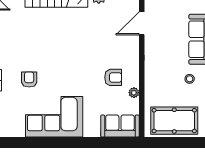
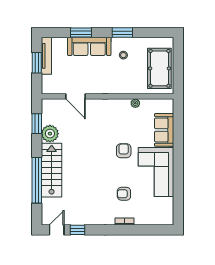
armchair: (113, 77) -> (124, 151), moved
sofa: (120, 126) -> (164, 130), moved

